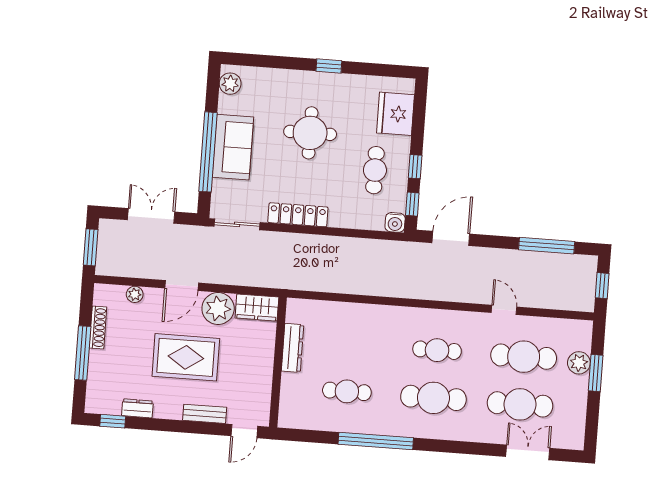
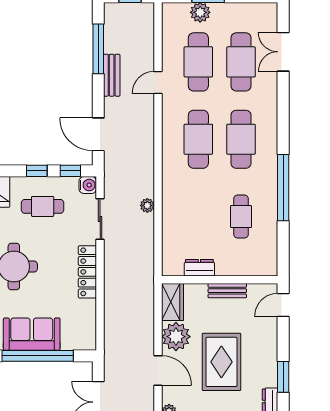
sliding door: (237, 224) -> (100, 219), moved
bench: (516, 259) -> (112, 75), added
plant: (367, 287) -> (147, 205), added
dresser: (293, 348) -> (199, 268), width x0.70
cafe table: (437, 350) -> (198, 139), width x1.37, depth x1.35
bench: (205, 414) -> (227, 291), moved, turned 90
window: (164, 425) -> (283, 377), added
door: (244, 431) -> (283, 305), swing flipped

